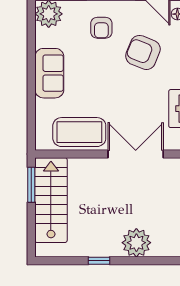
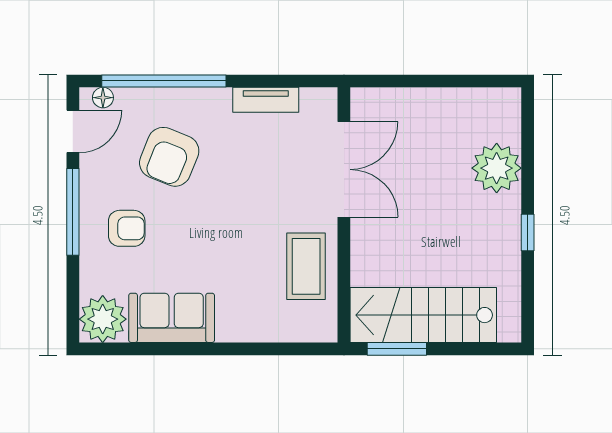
sofa: (49, 73) -> (172, 318), moved
coffee table: (79, 132) -> (306, 266), width x0.73, depth x0.76
double door: (136, 154) -> (344, 169), swing flipped

